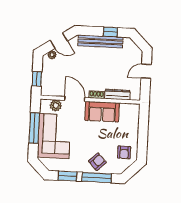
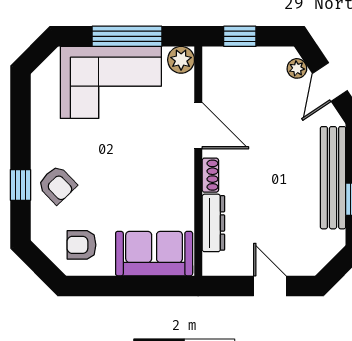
door: (75, 99) -> (198, 126), hinge flipped
plant: (56, 105) -> (181, 60), moved
sofa: (102, 112) -> (154, 254), moved, turned 90
window: (67, 176) -> (20, 118), removed
window: (97, 178) -> (20, 185), width x0.46

